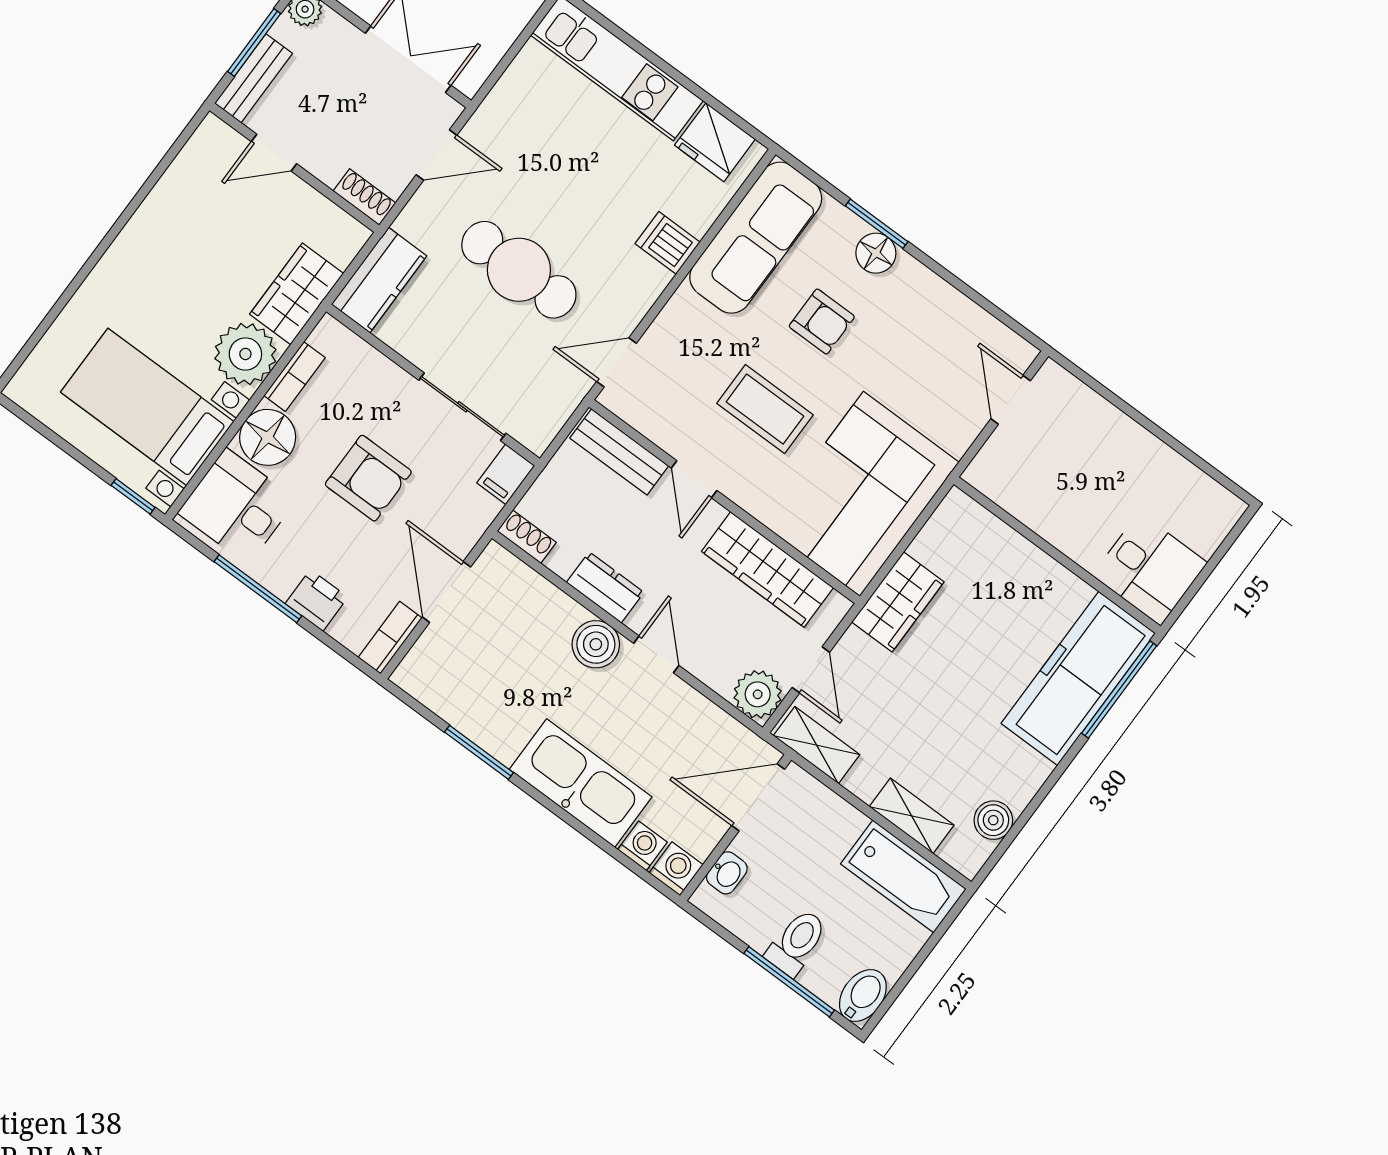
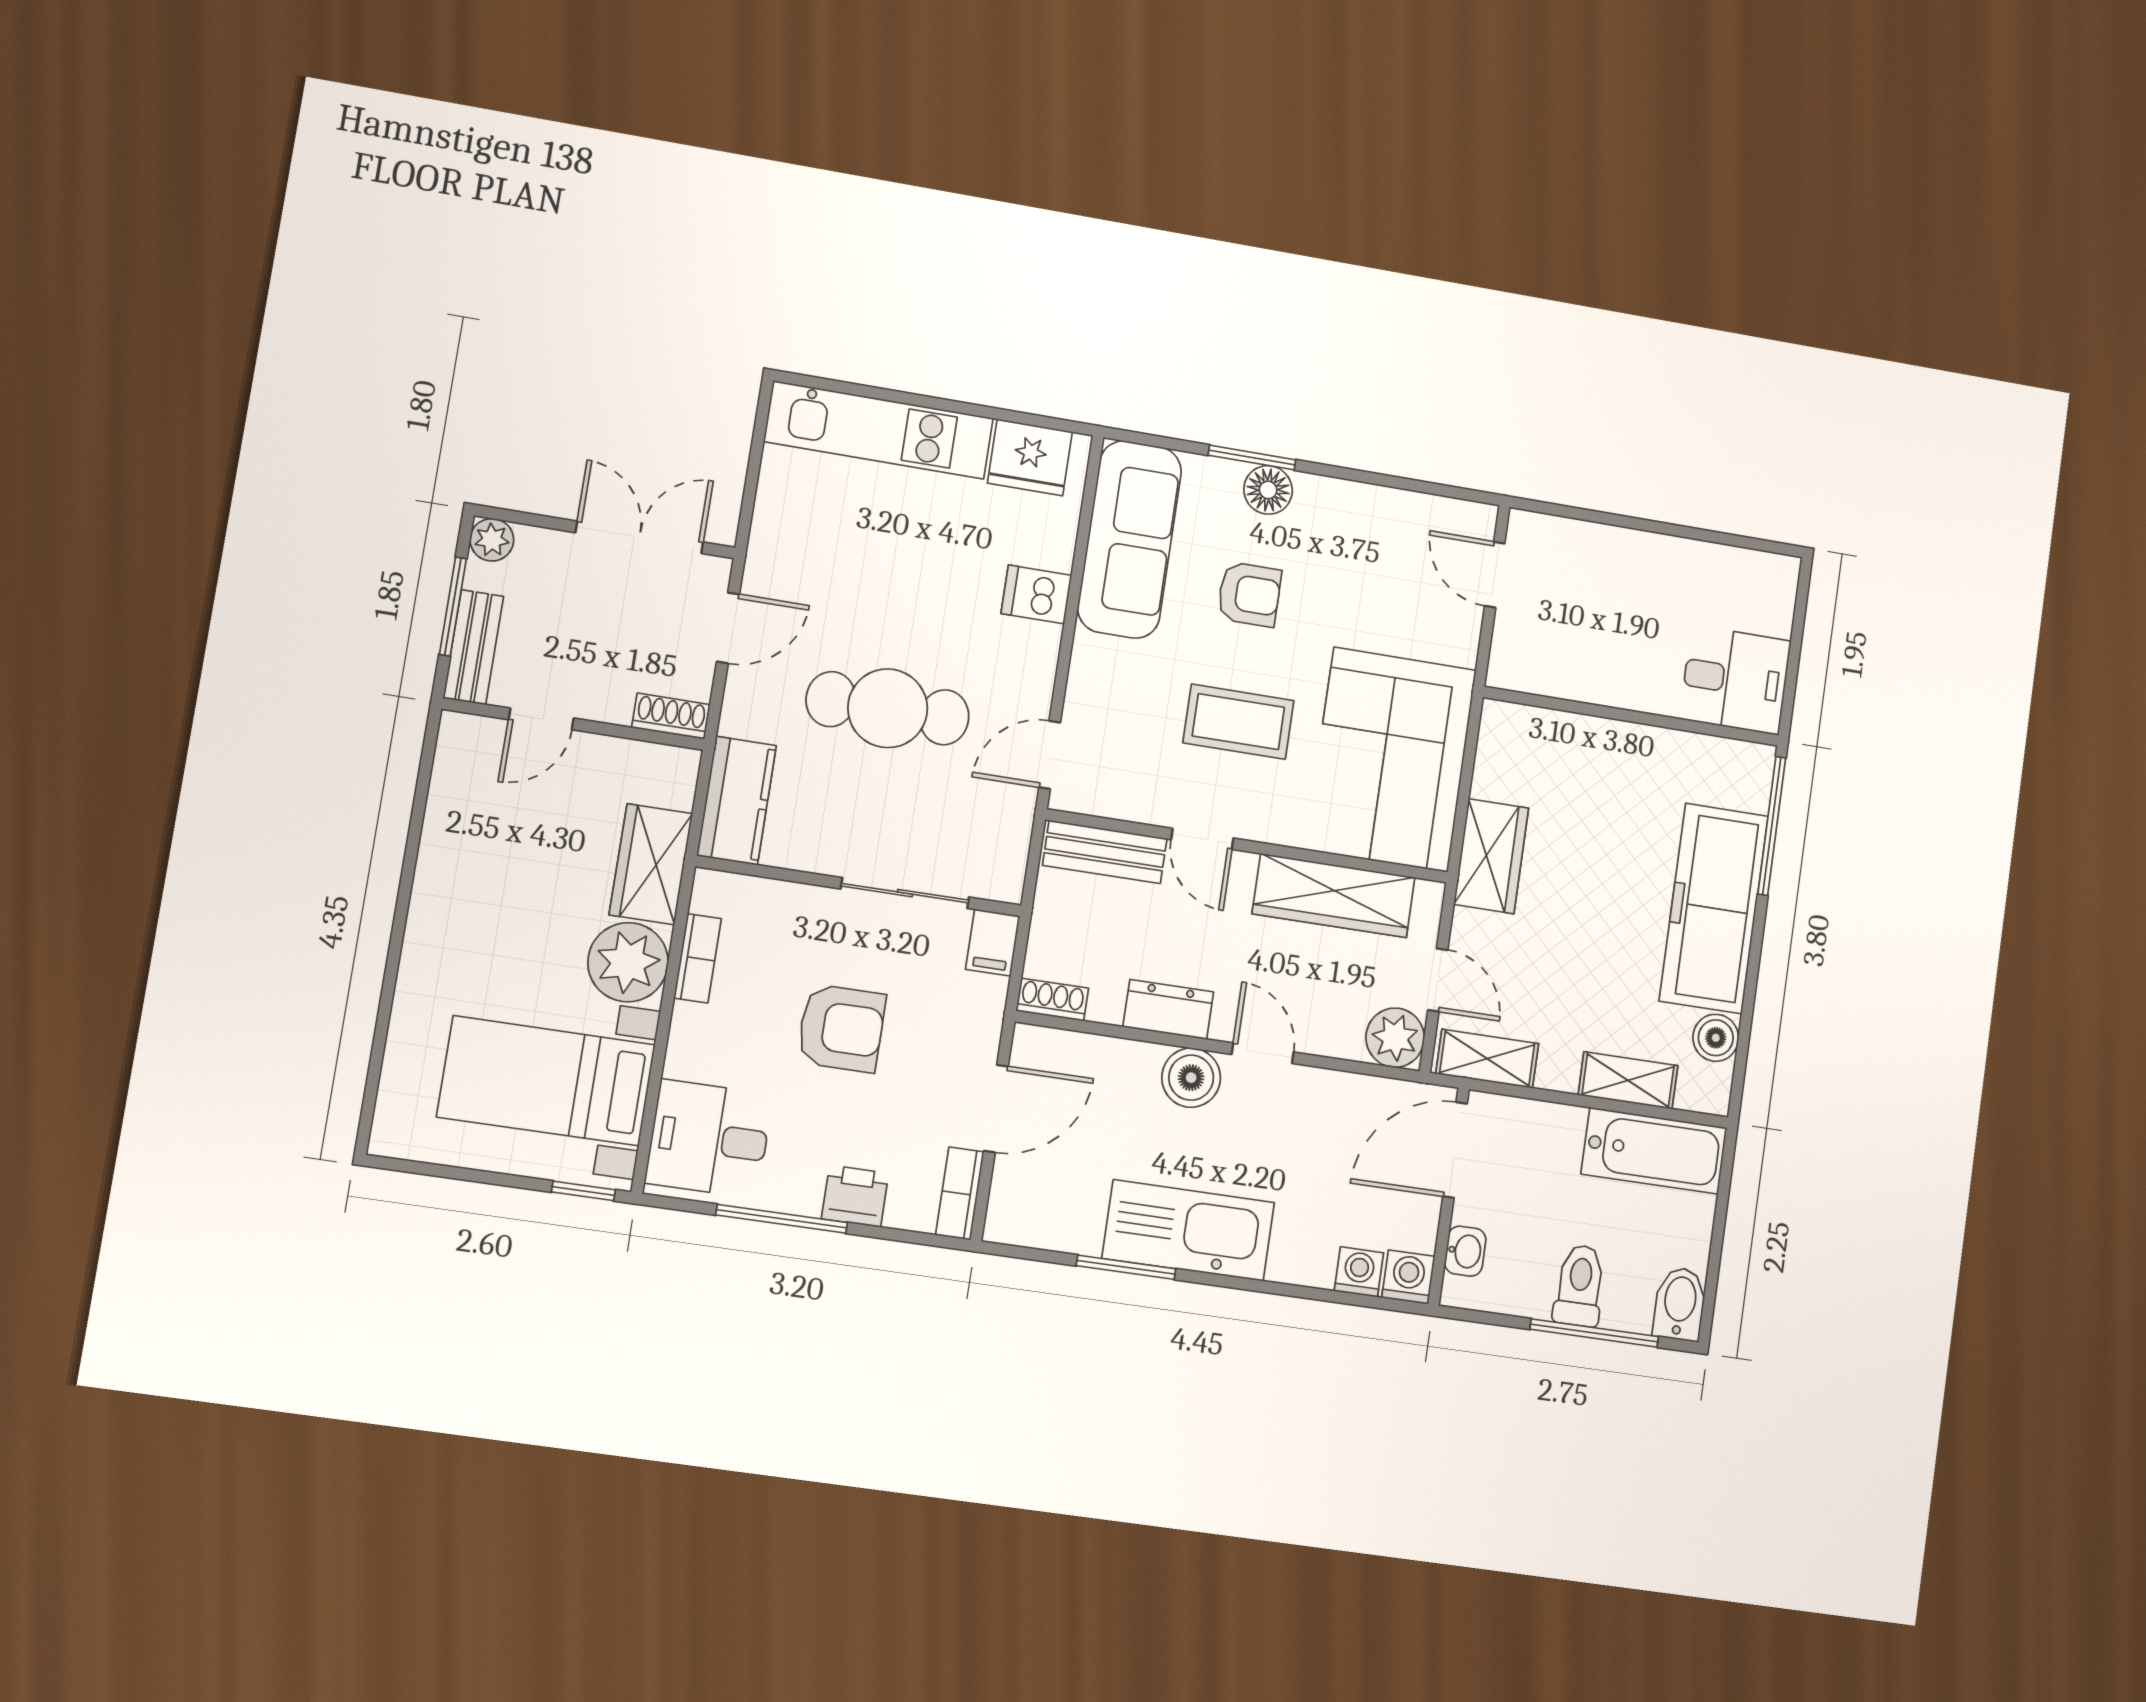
floor lamp: (268, 437) -> (703, 1043), removed
door: (446, 592) -> (996, 1109), swing flipped
freezer: (1078, 678) -> (1714, 908), moved
kitchen sink: (581, 783) -> (1188, 1230), moved

